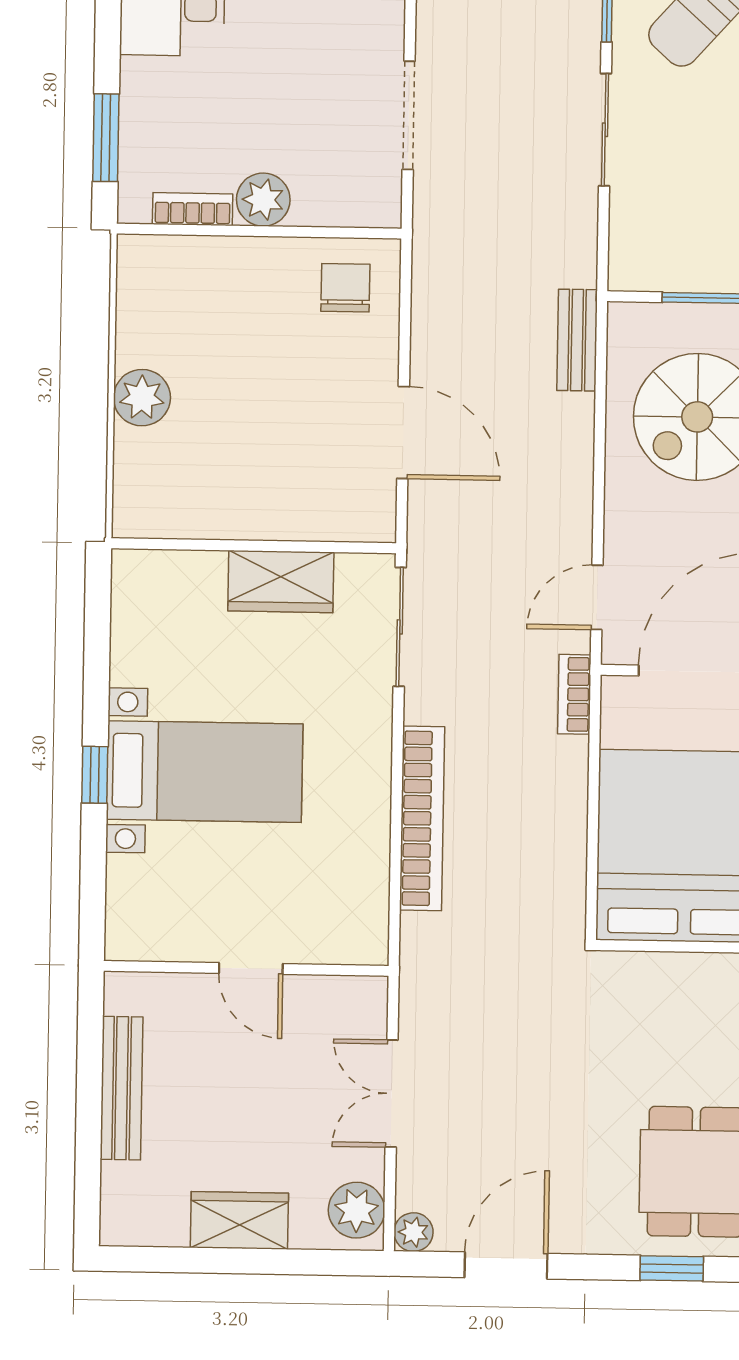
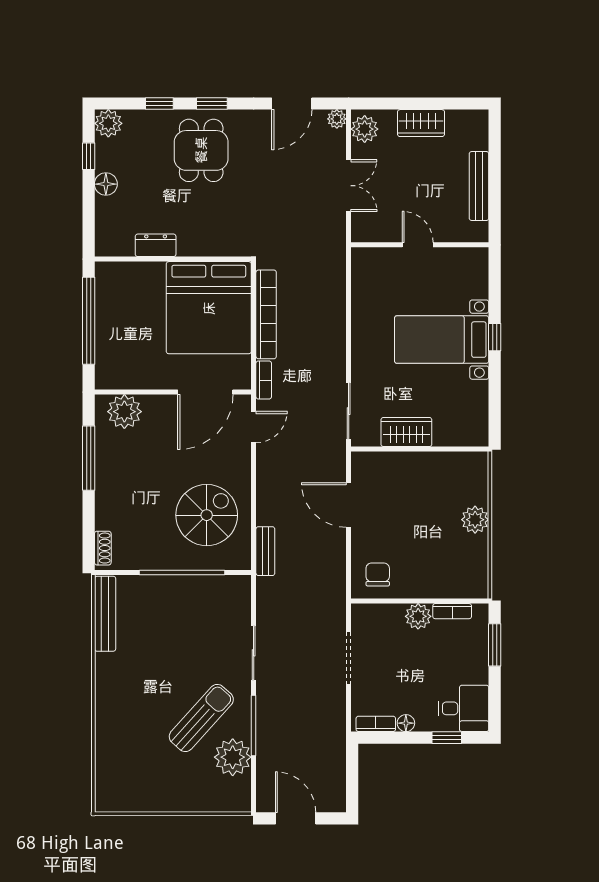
chair: (345, 288) -> (378, 574), turned 180
bookcase: (422, 818) -> (266, 314), moved, turned 180

